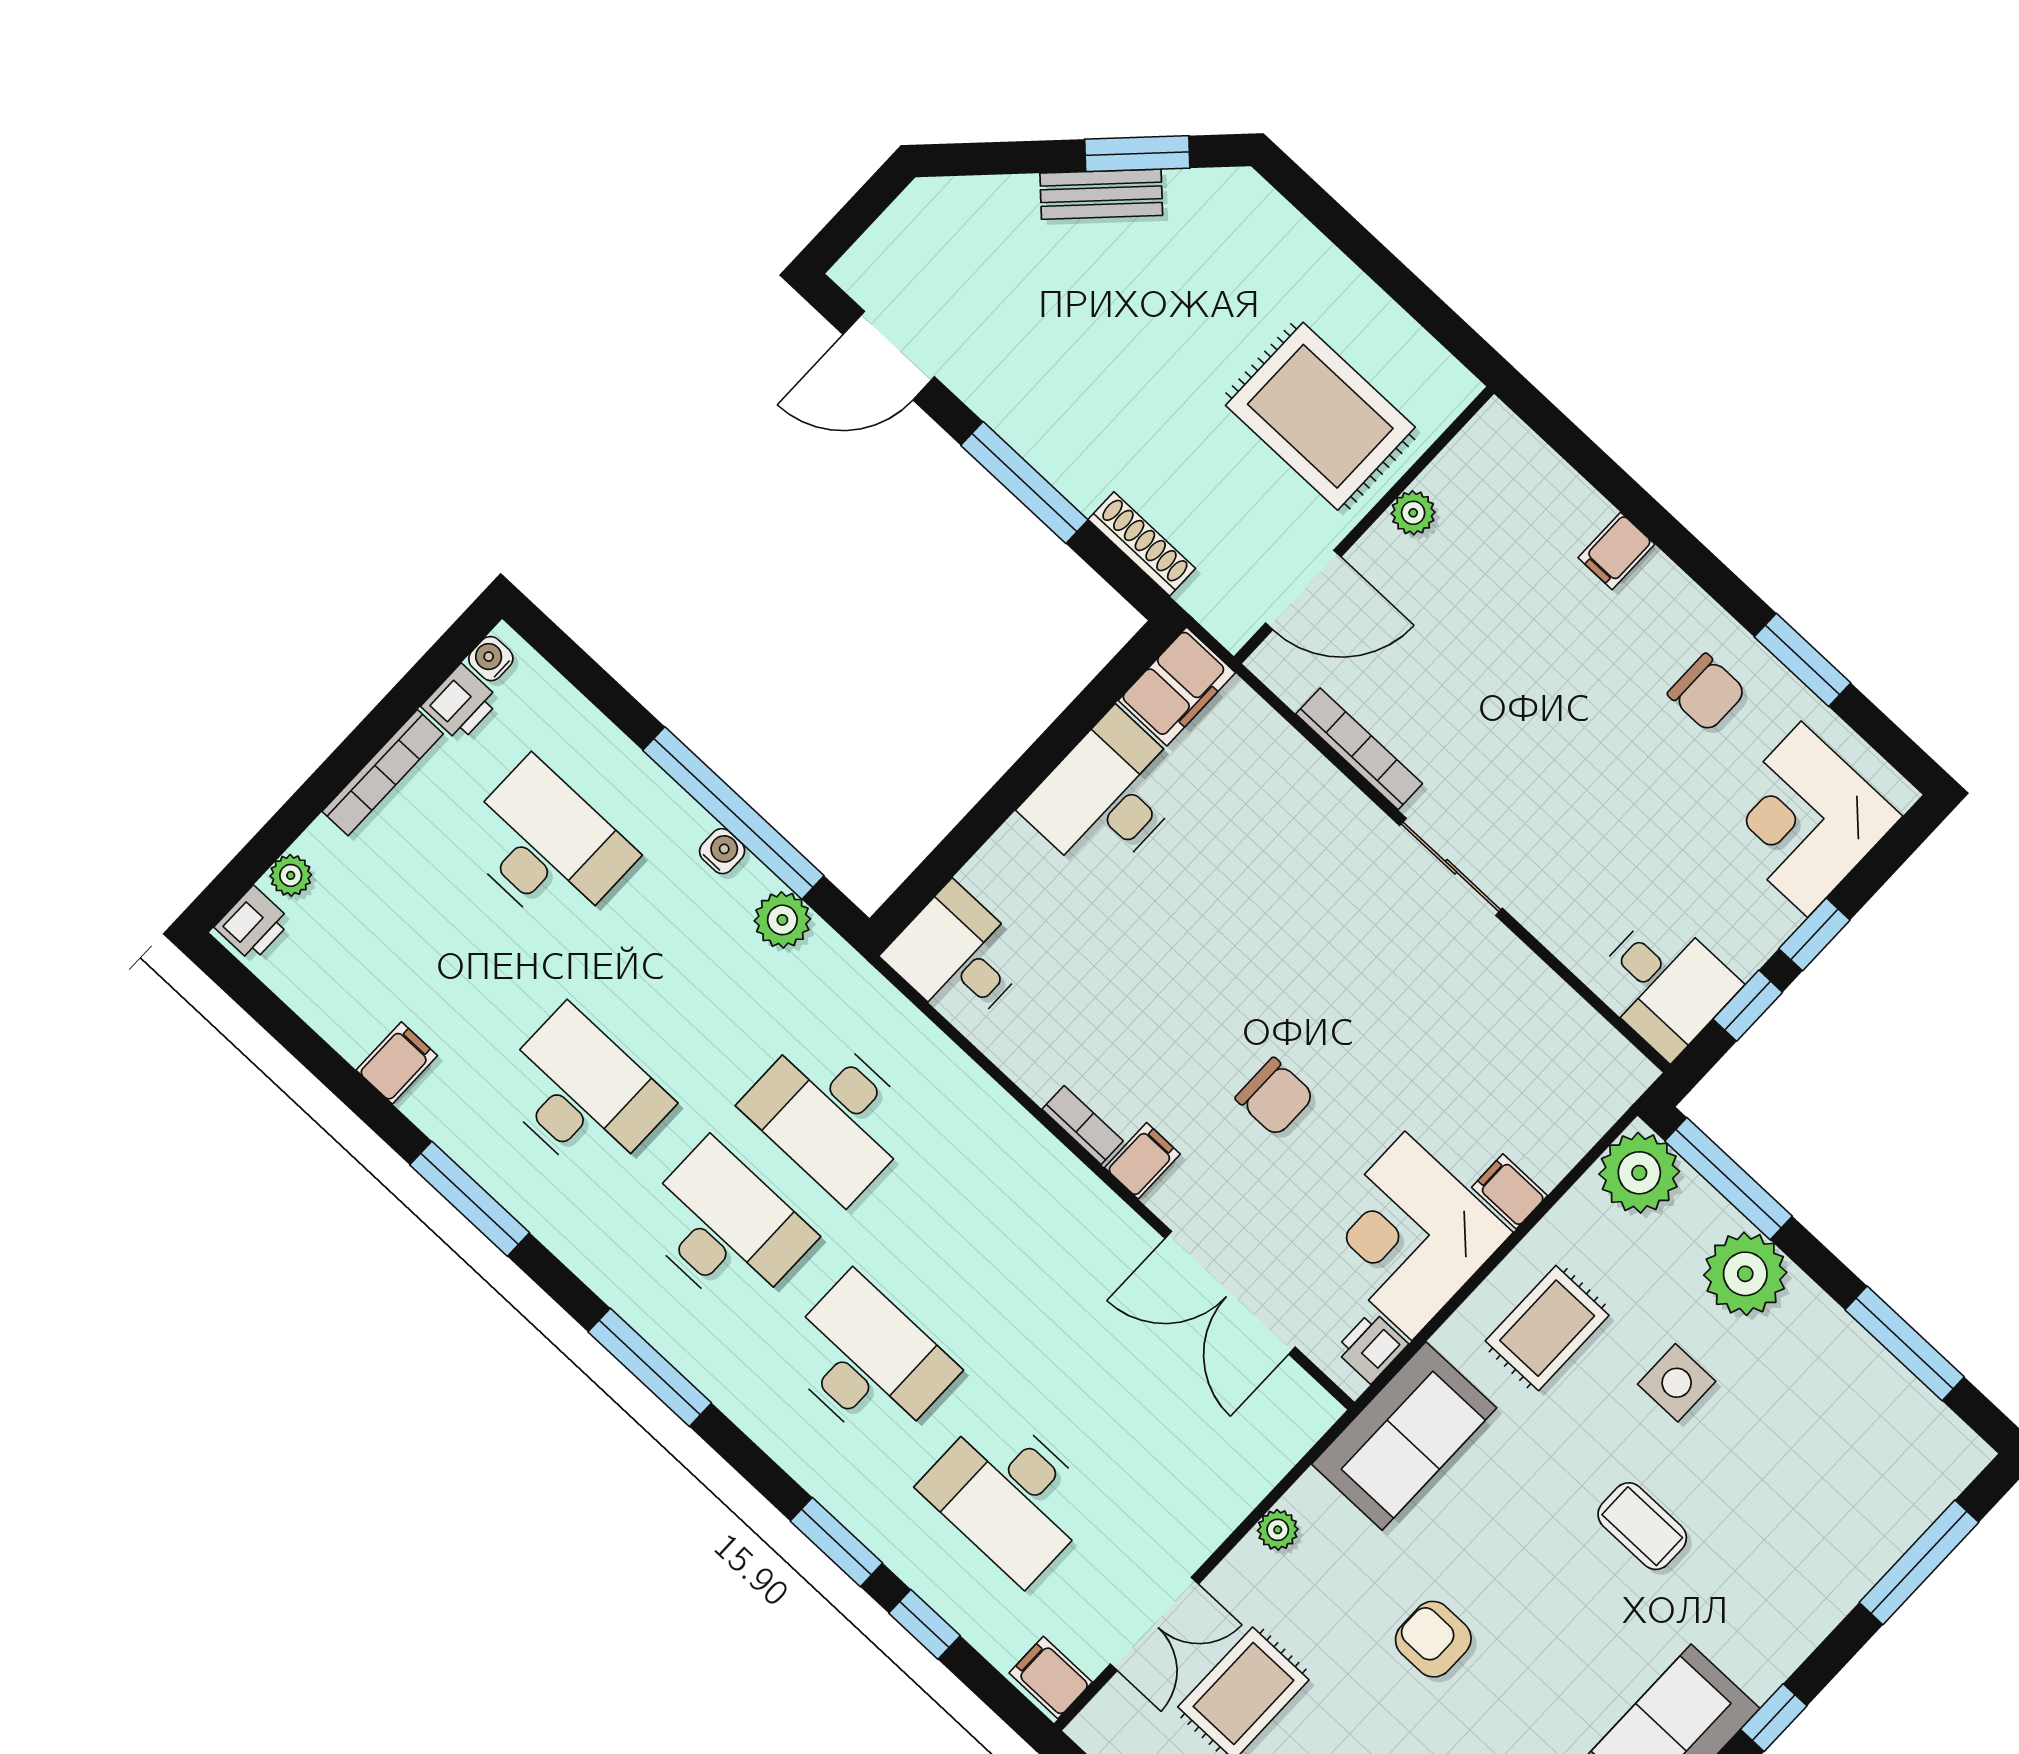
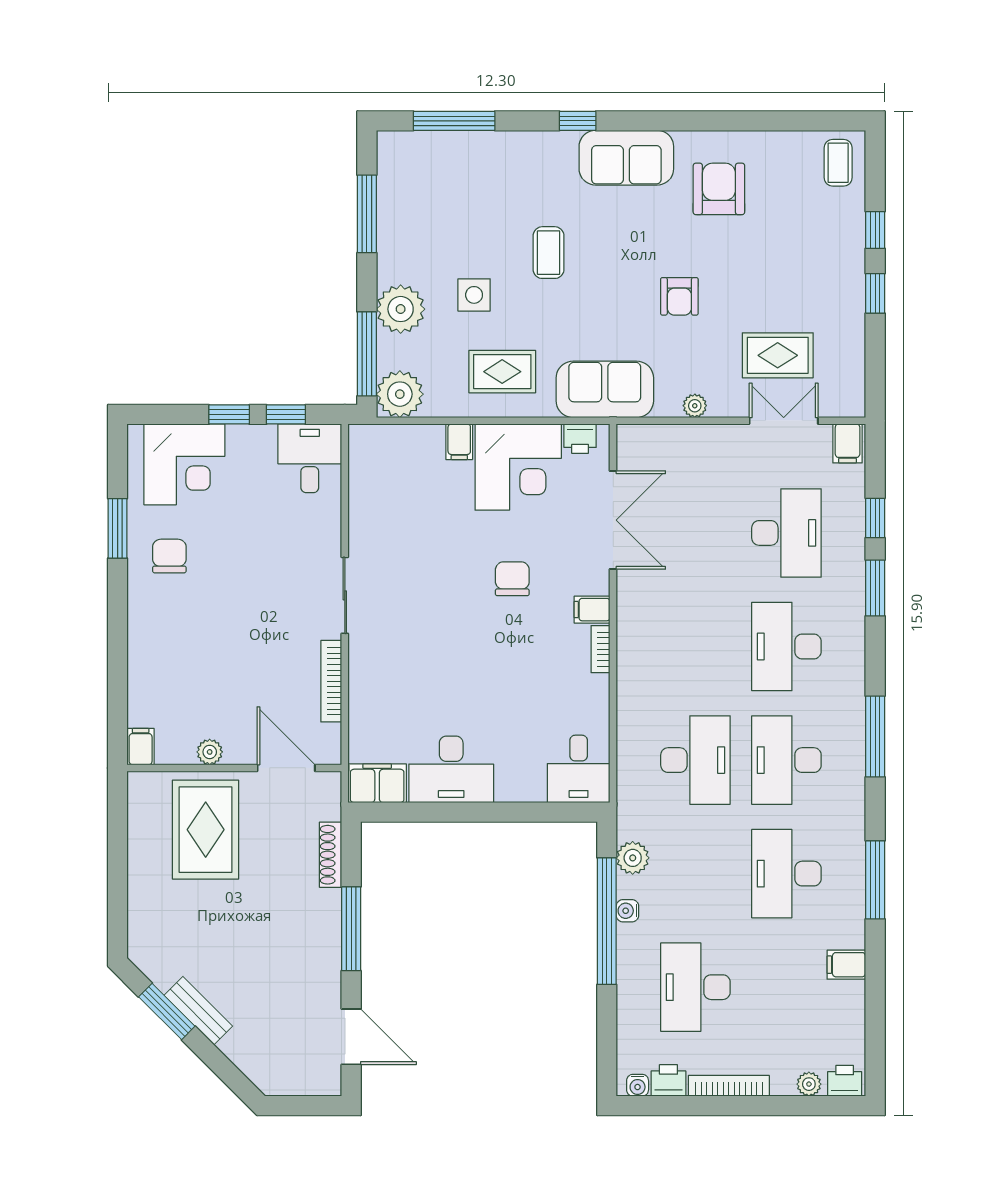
filing cabinet: (1616, 551) -> (141, 747), moved, turned -90

